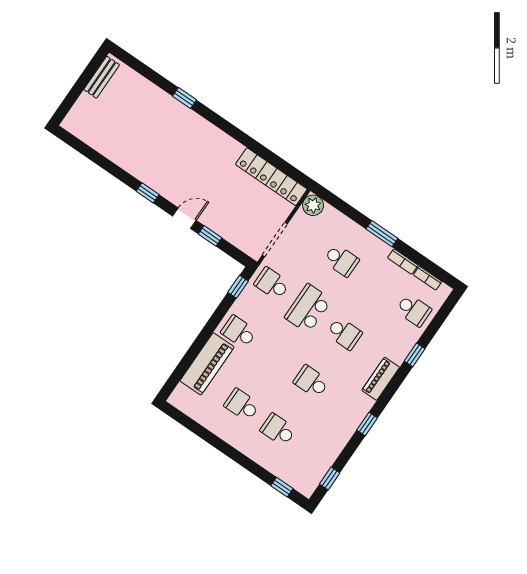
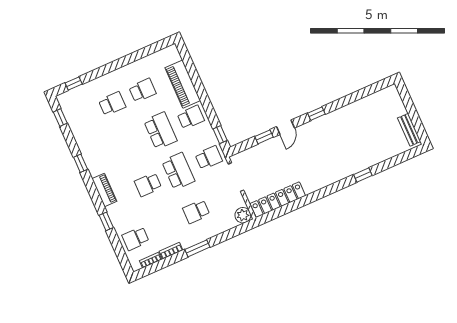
school desk: (311, 382) -> (160, 131), moved, width x1.85

